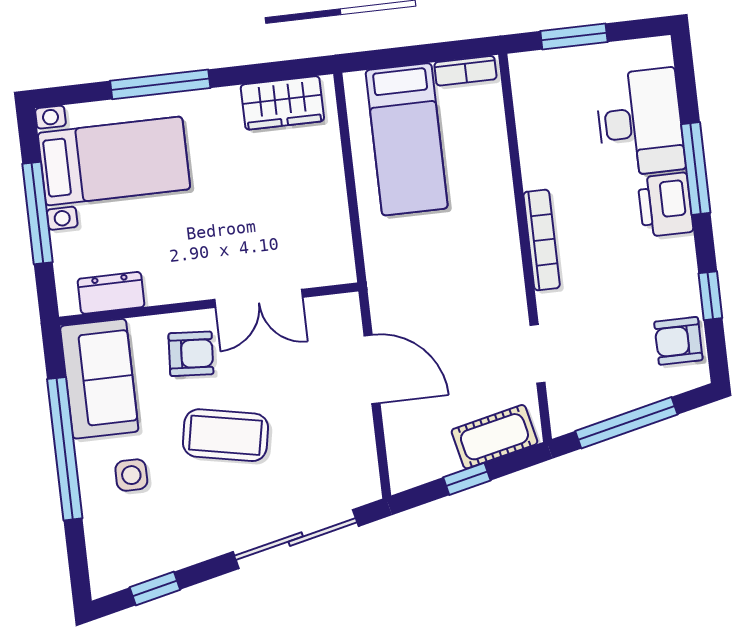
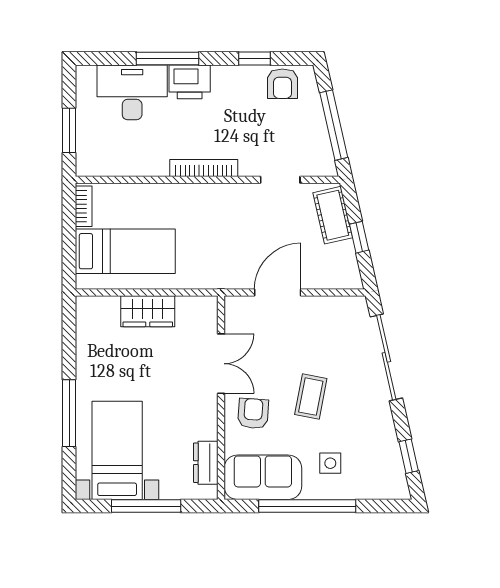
wardrobe: (282, 103) -> (148, 311), moved, turned 90
coffee table: (225, 435) -> (311, 397), width x0.73, depth x0.77

